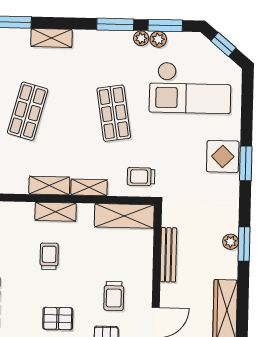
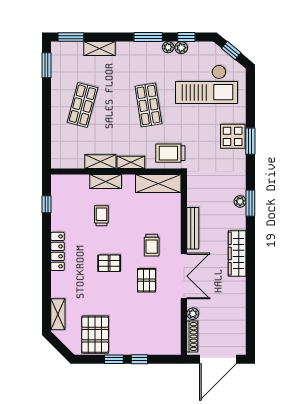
window: (165, 26) -> (186, 37), width x0.67
trolley: (141, 177) -> (170, 153), width x1.36, depth x1.39
bench: (168, 255) -> (193, 228), moved

